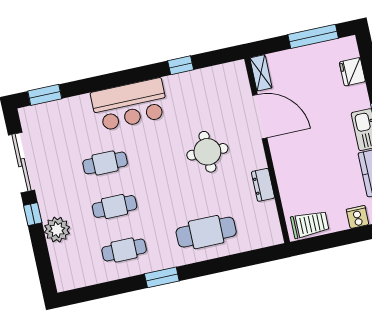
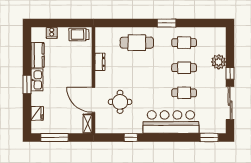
bar counter: (130, 105) -> (171, 122), width x1.36
round table: (207, 152) -> (120, 102), moved

